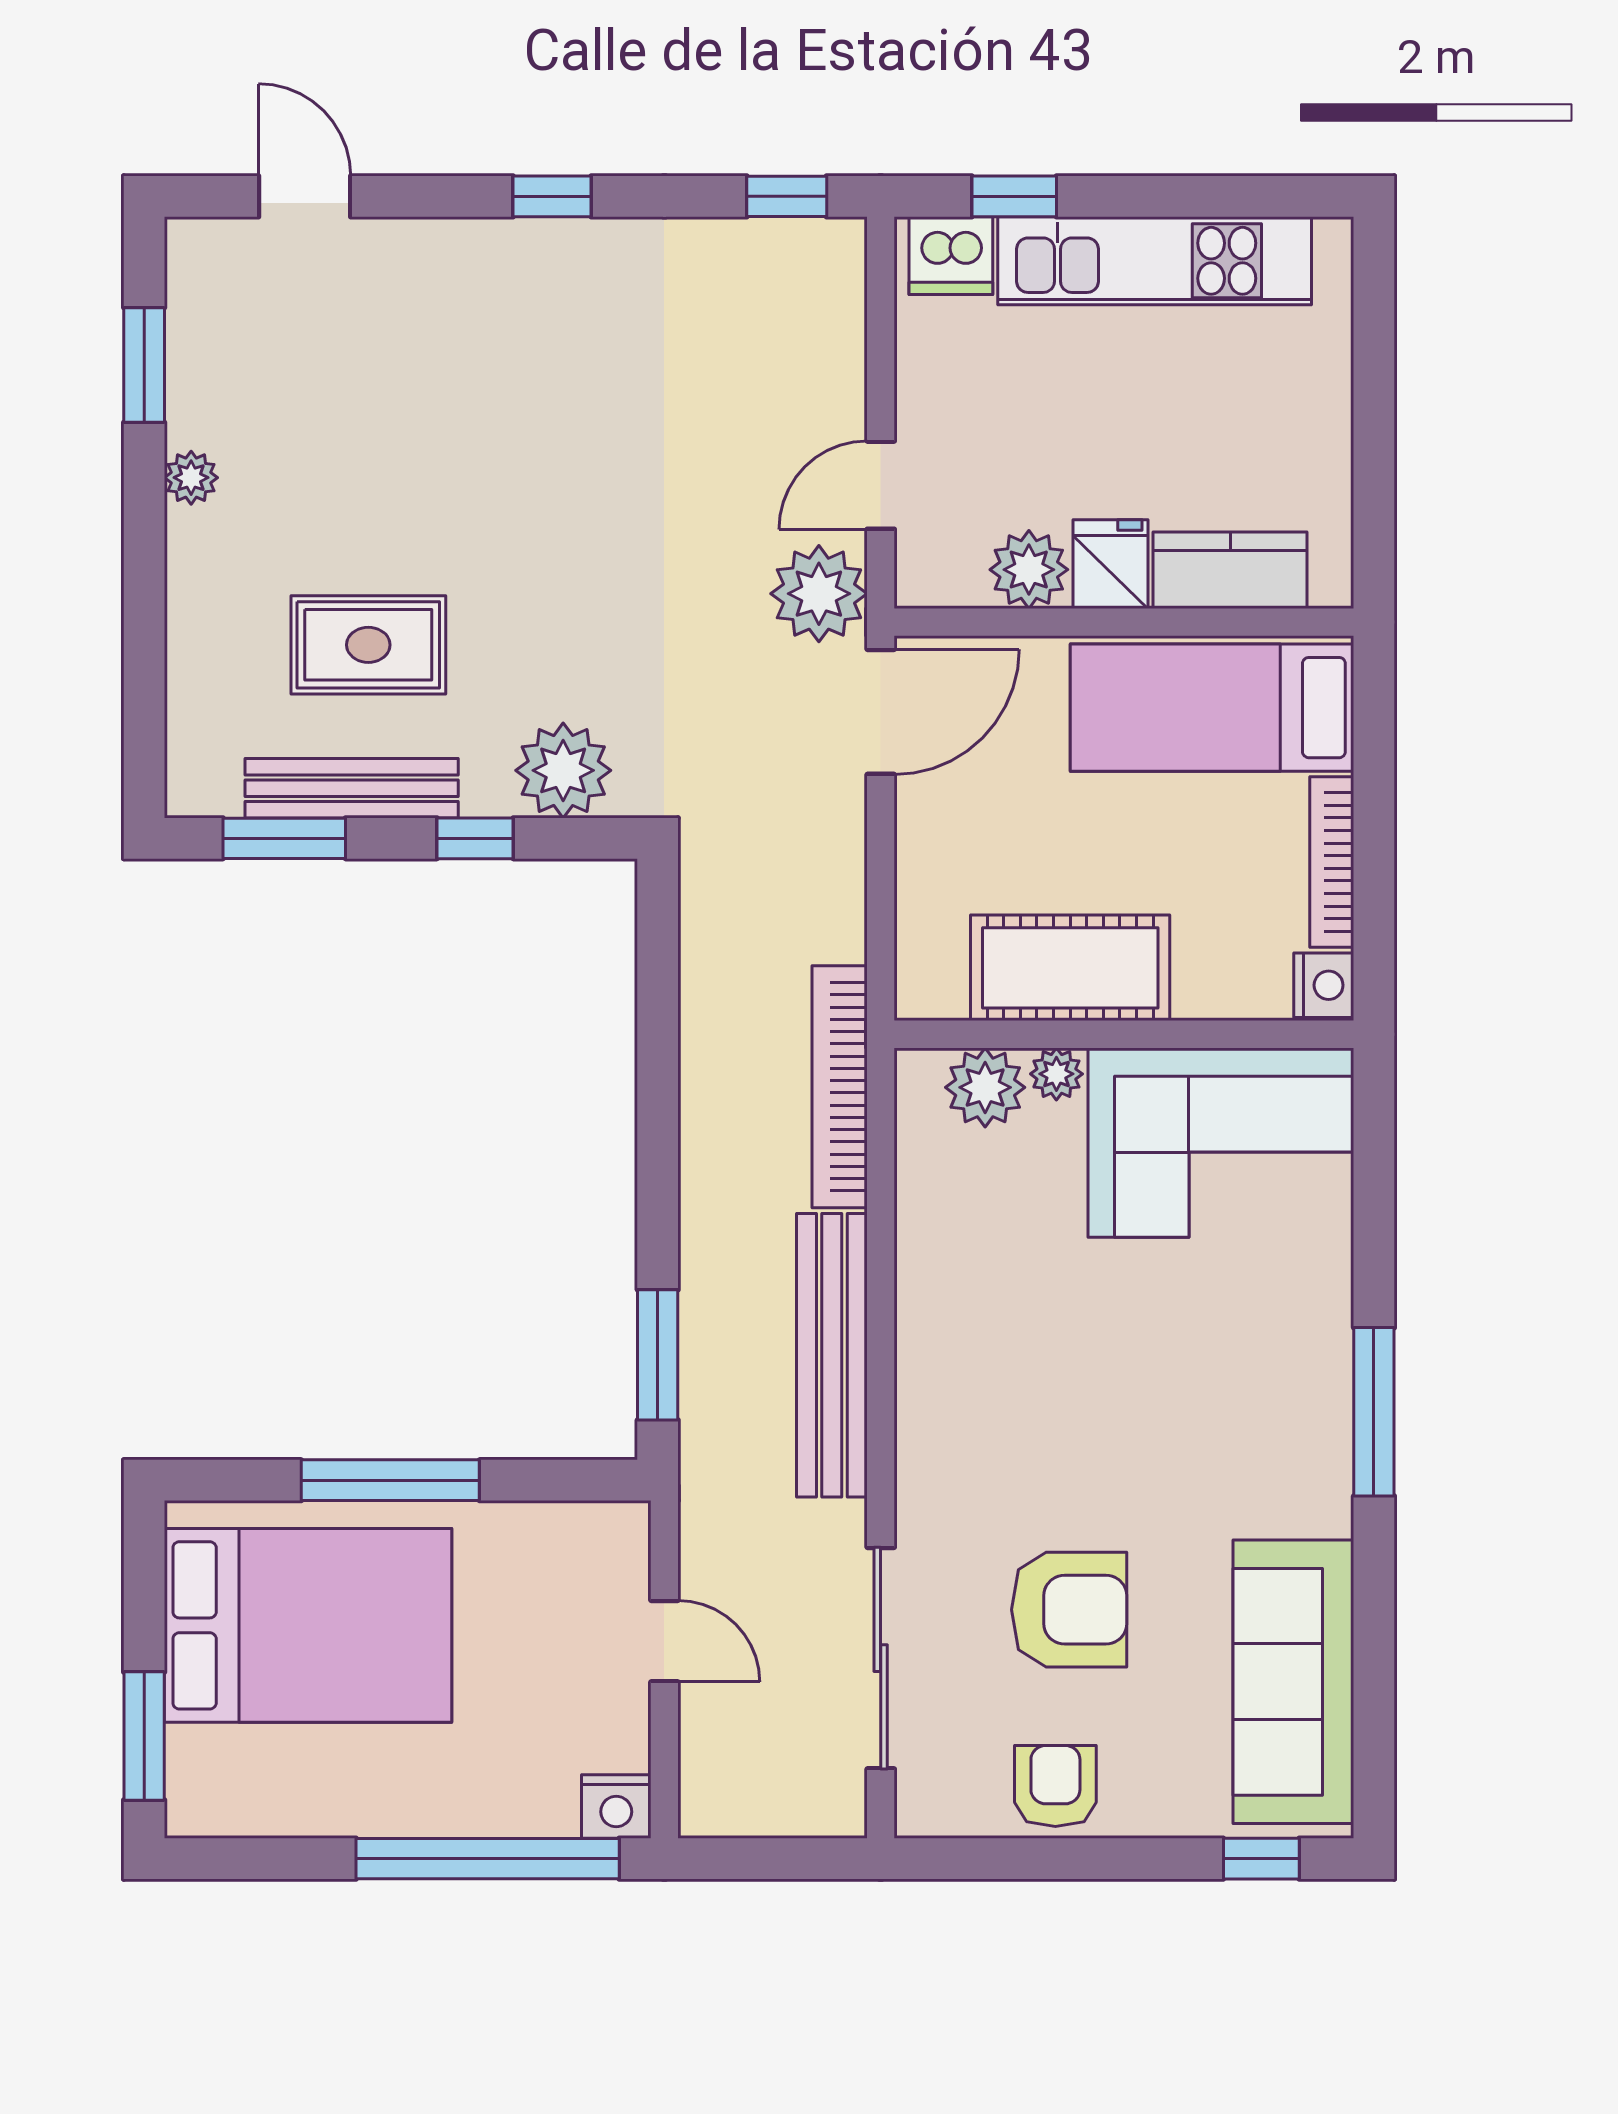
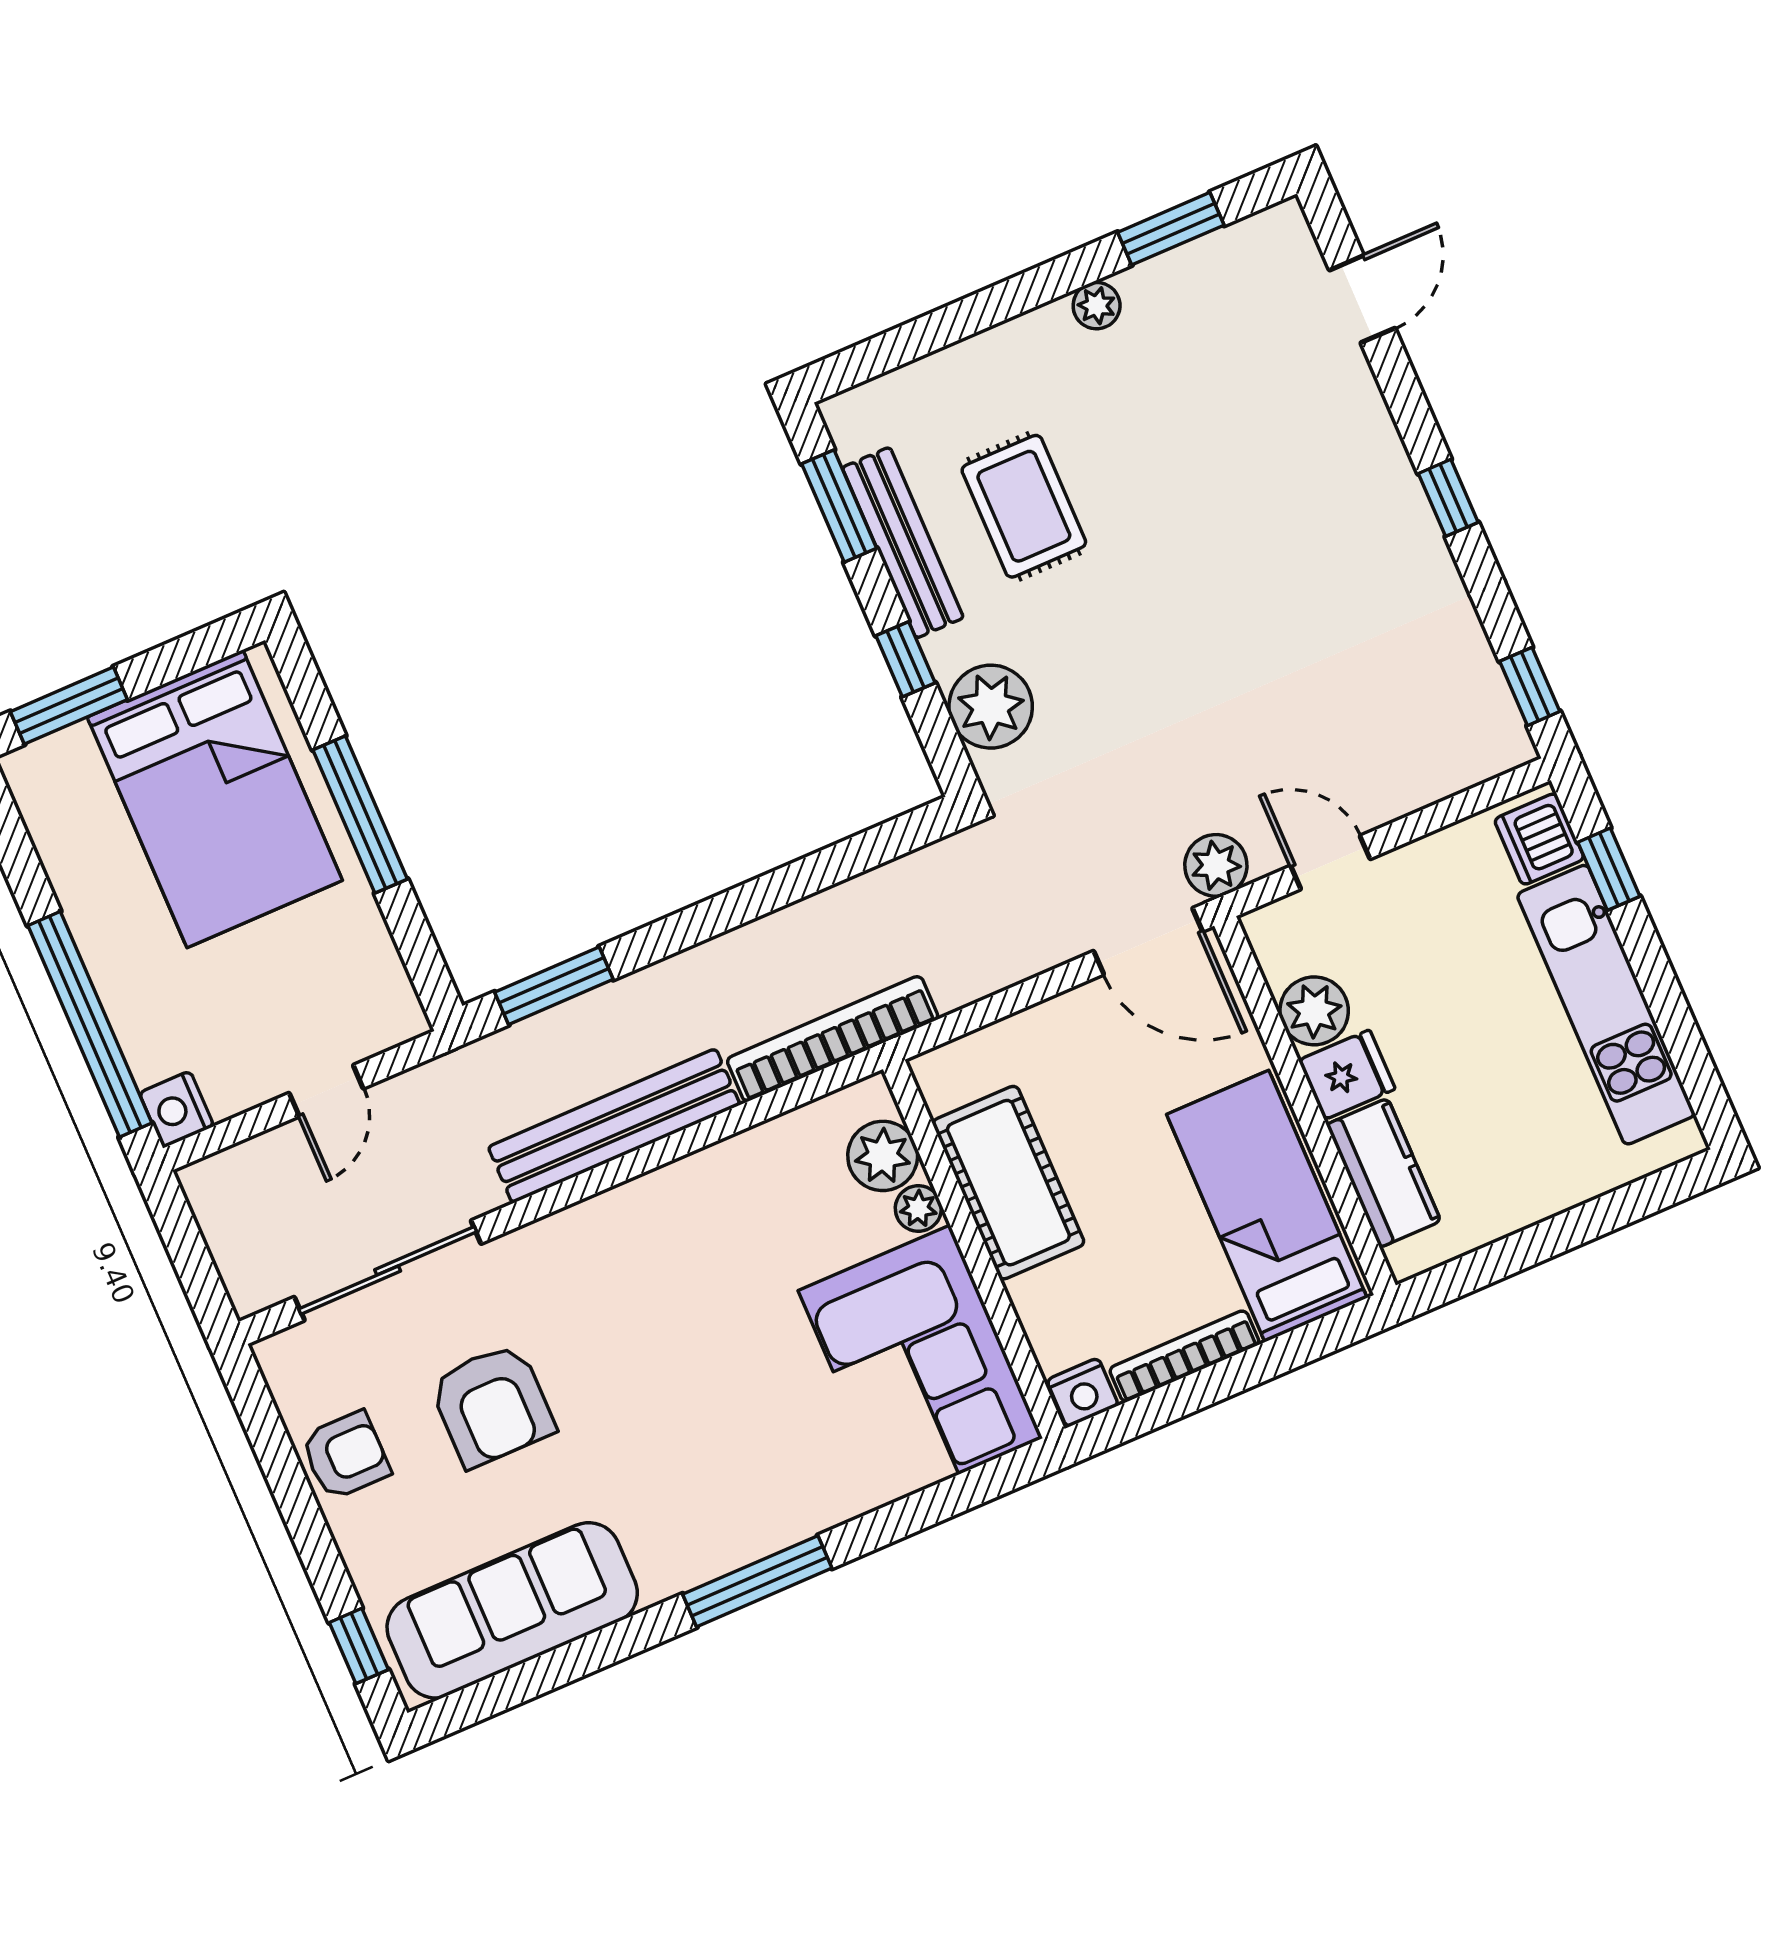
plant: (819, 594) -> (1216, 865), width x0.73, depth x0.73

